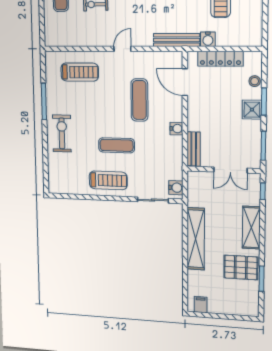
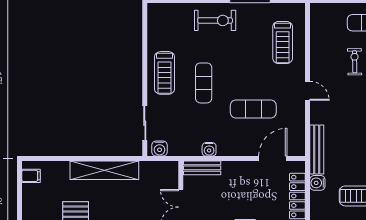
water cooler: (176, 129) -> (209, 149), moved

